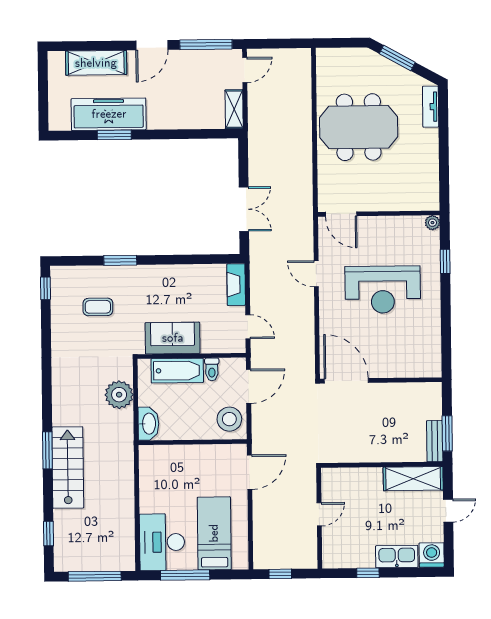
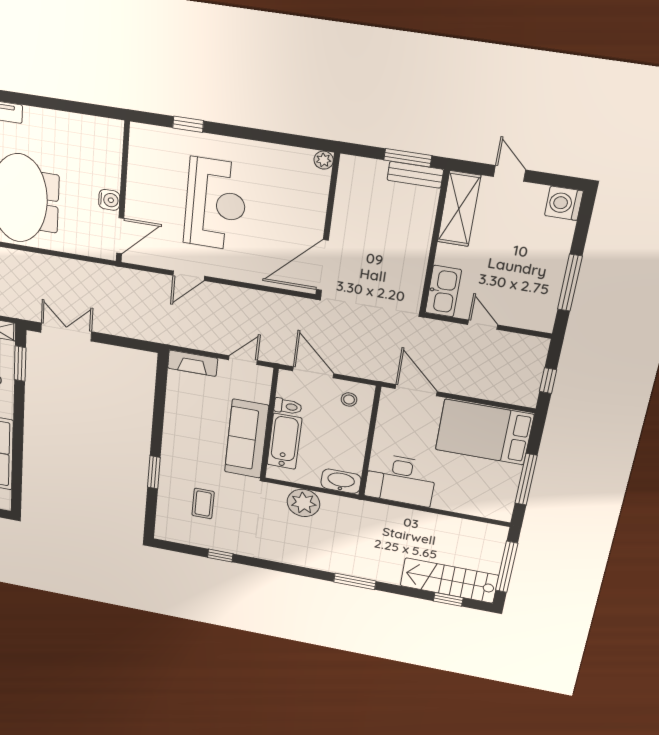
window: (114, 135) -> (20, 364), moved
water cooler: (371, 203) -> (109, 200), added
double door: (244, 209) -> (66, 332), moved
plant: (432, 223) -> (324, 160), moved
window: (45, 288) -> (220, 556), moved
sofa: (173, 338) -> (247, 439), width x1.36
stool: (229, 419) -> (349, 399), width x0.53, depth x0.53
stairs: (68, 467) -> (449, 581), moved
bed: (214, 533) -> (484, 432), width x1.50
desk: (162, 542) -> (400, 480), moved
kitchen sink: (397, 557) -> (443, 291), moved, turned 180
window: (368, 573) -> (570, 283), width x2.17

